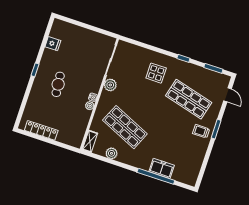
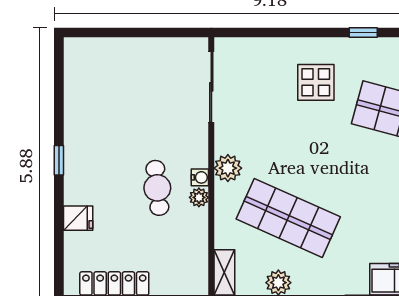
fridge: (53, 44) -> (78, 218), moved
cafe table: (58, 84) -> (157, 188), moved
plant: (110, 85) -> (228, 168), moved

